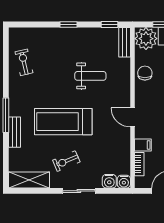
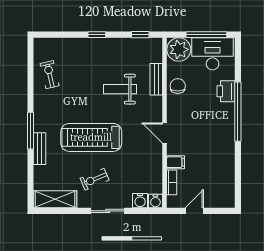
bench: (125, 42) -> (156, 79), moved
weight bench: (90, 76) -> (120, 89), turned 180

